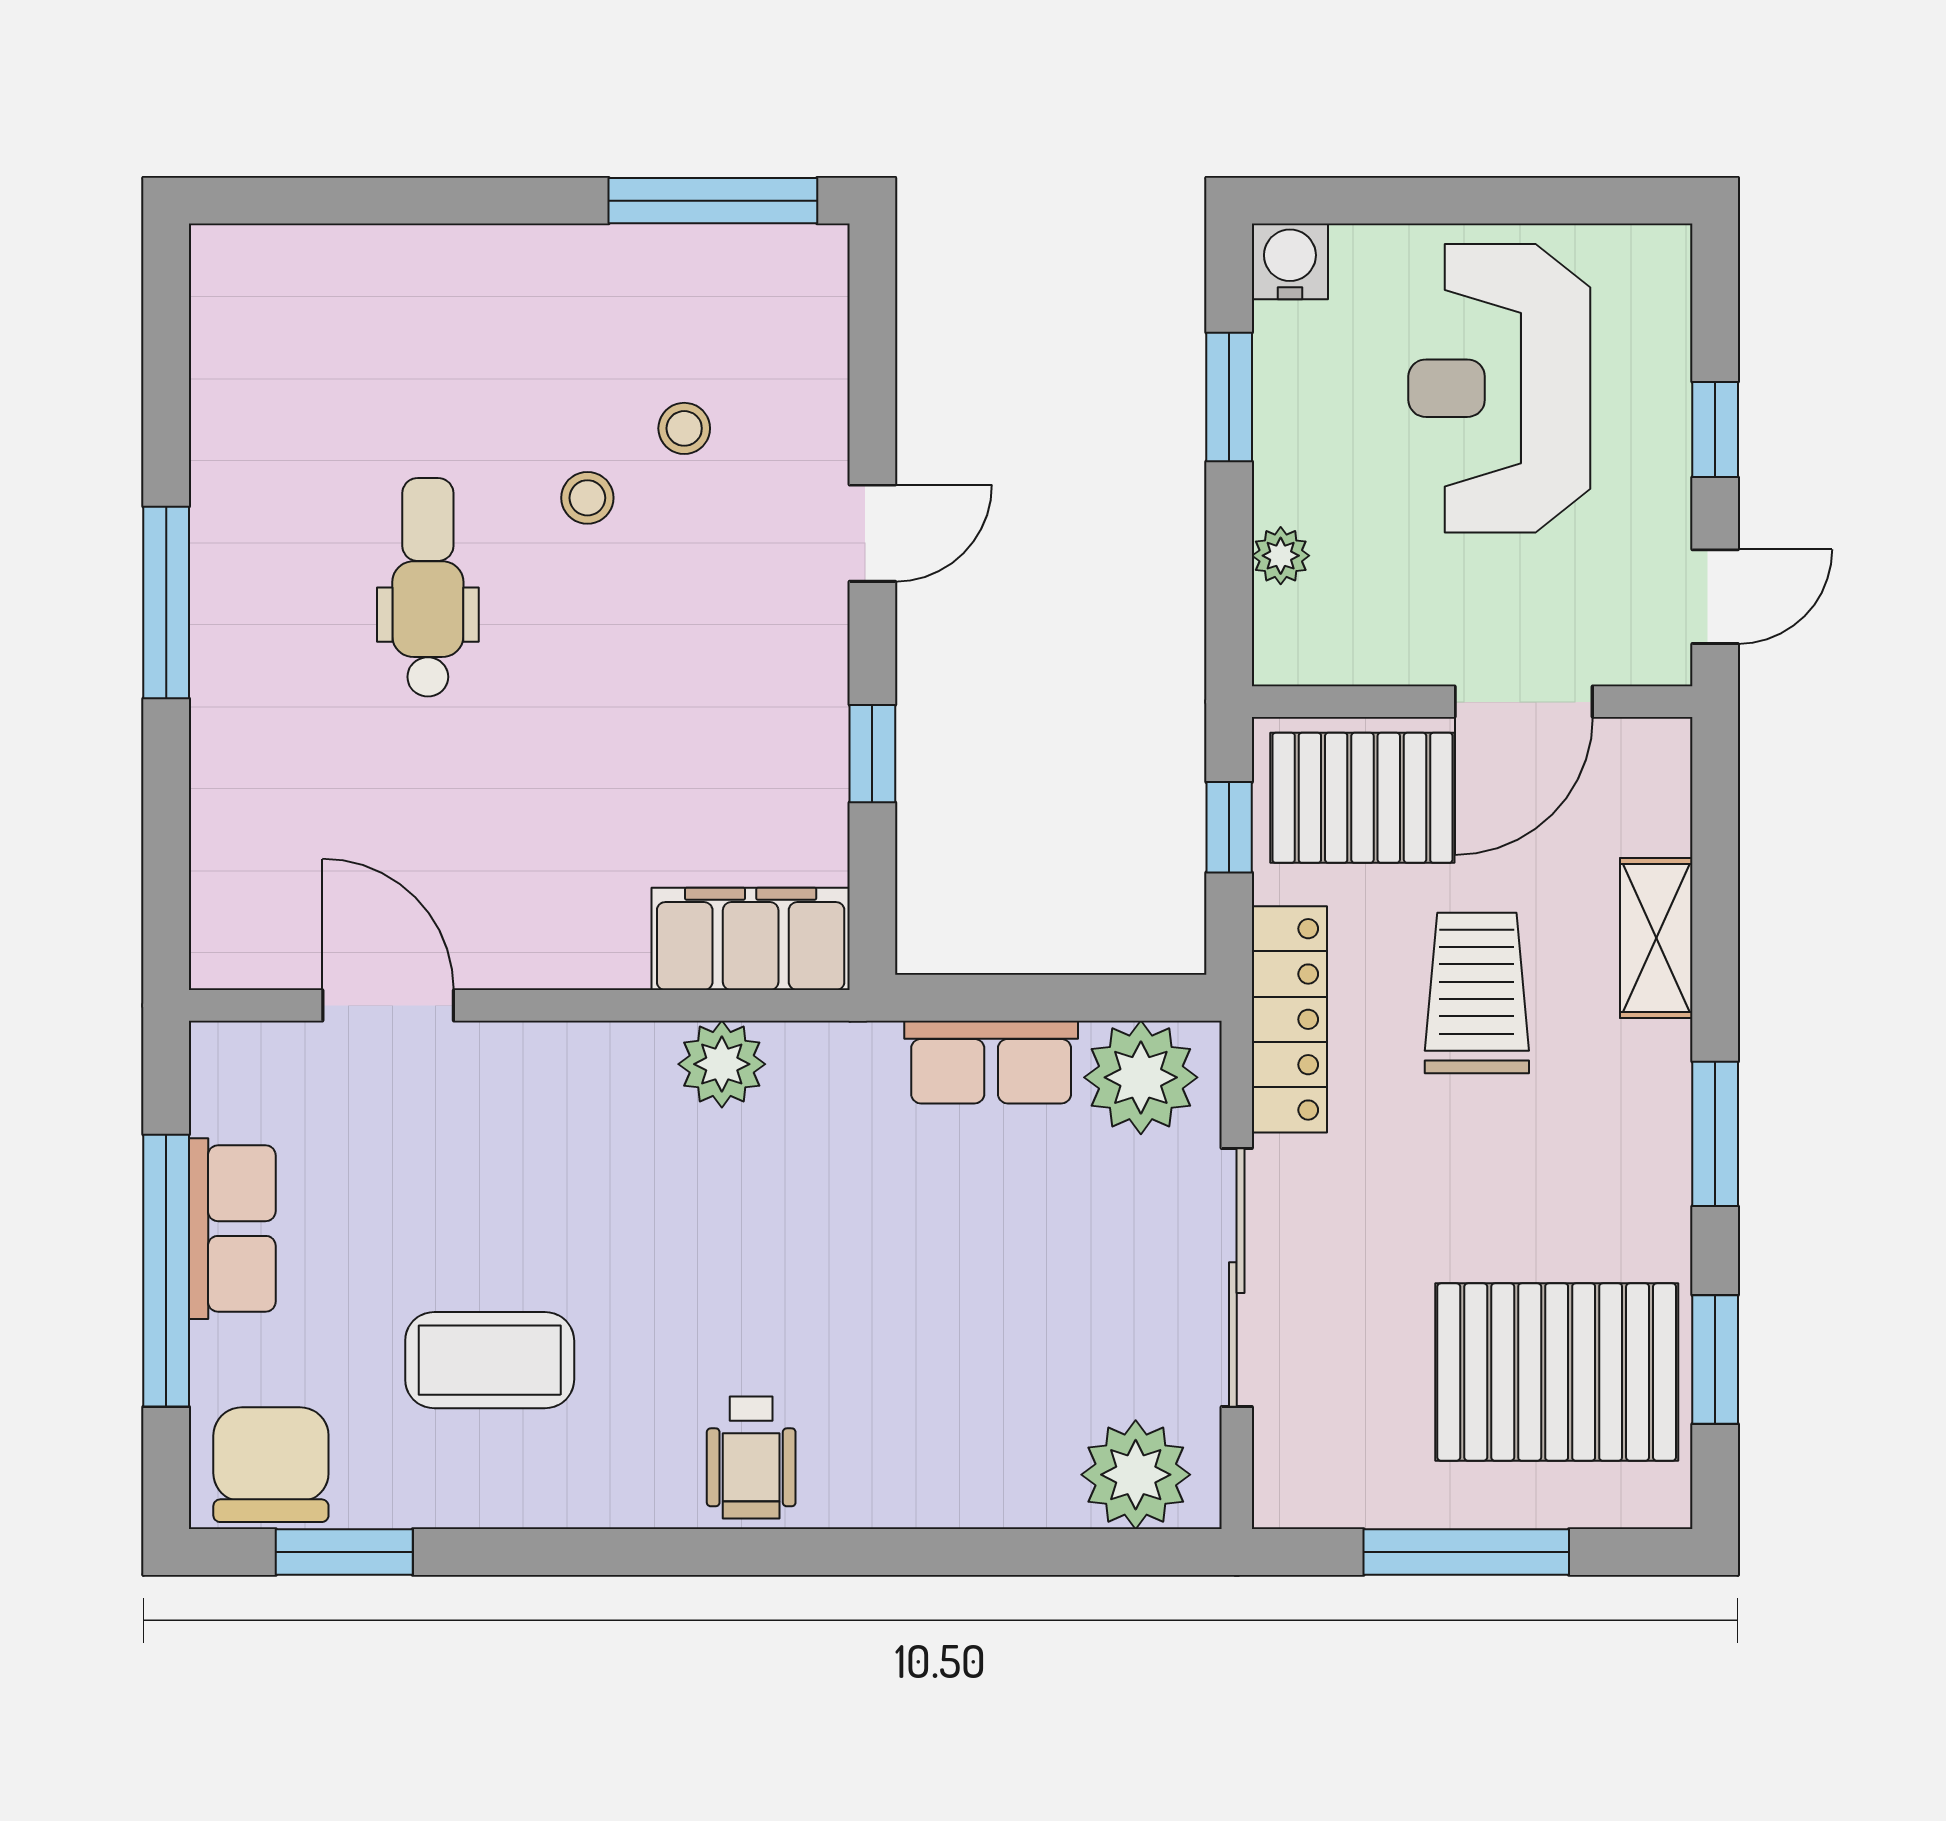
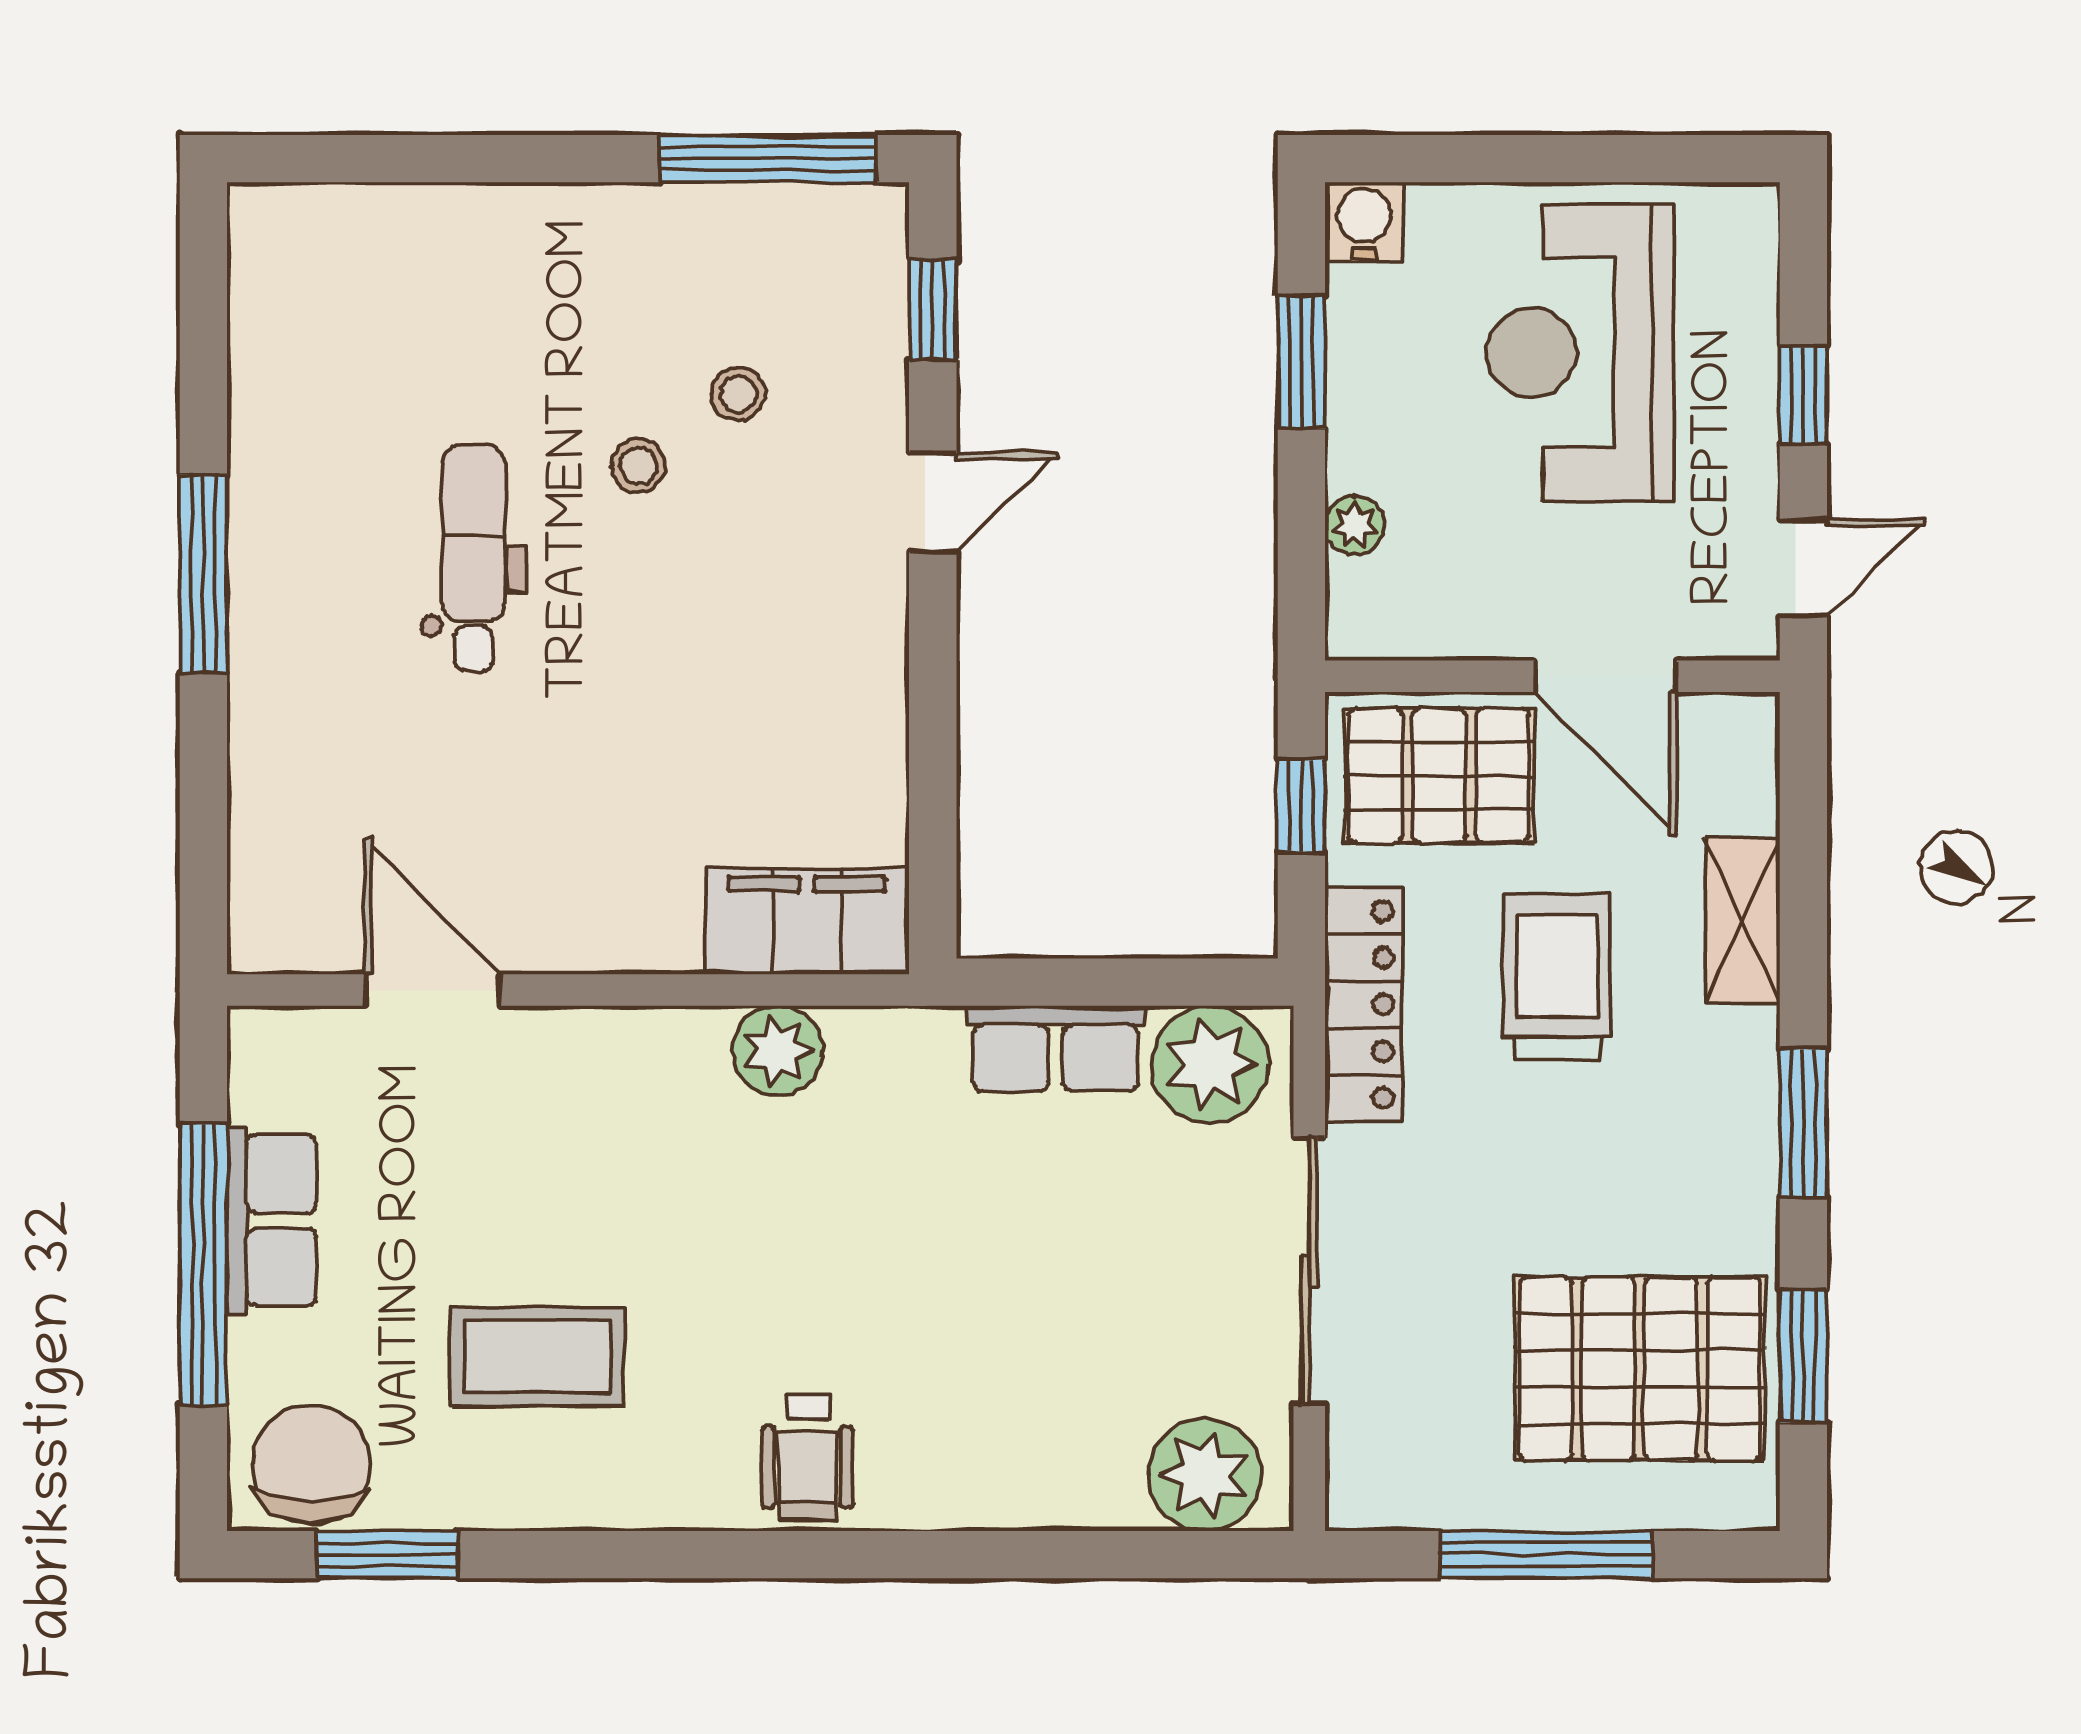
door: (1524, 702) -> (1606, 676), hinge flipped
window: (872, 754) -> (933, 309), moved

